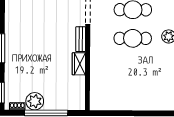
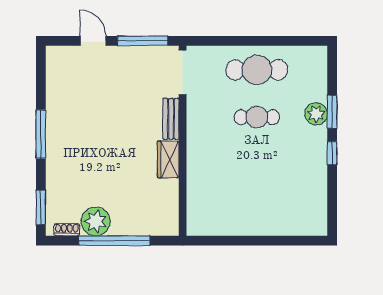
cafe table: (133, 38) -> (257, 117), width x0.73, depth x0.74

